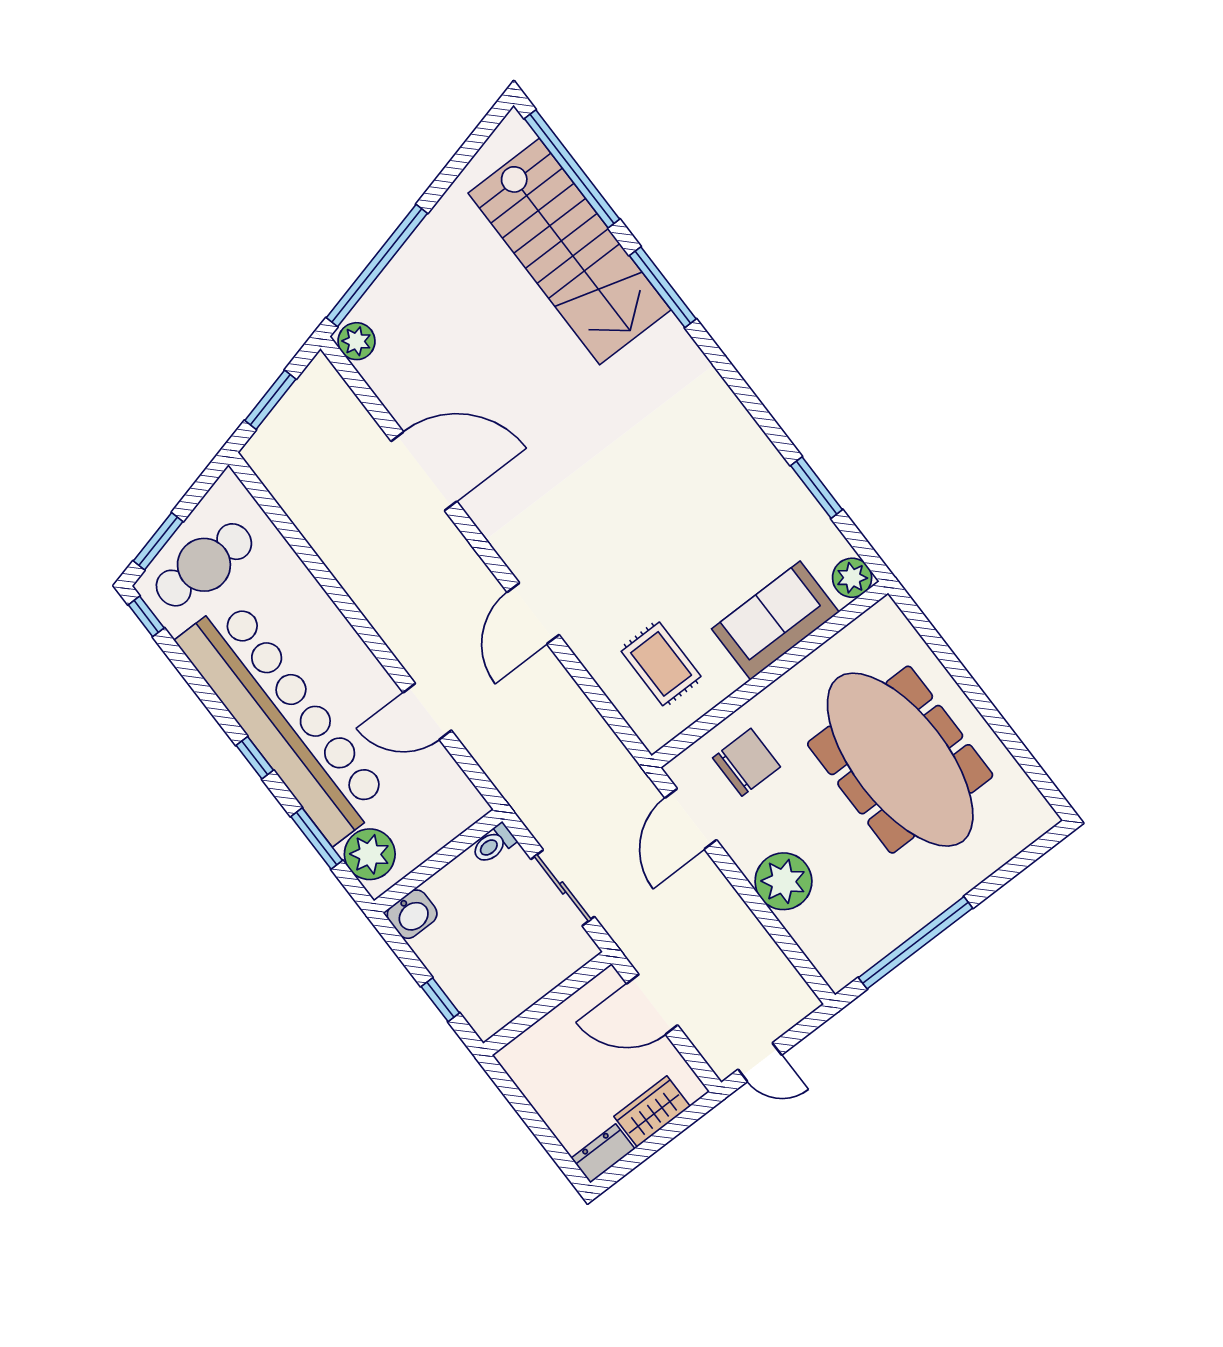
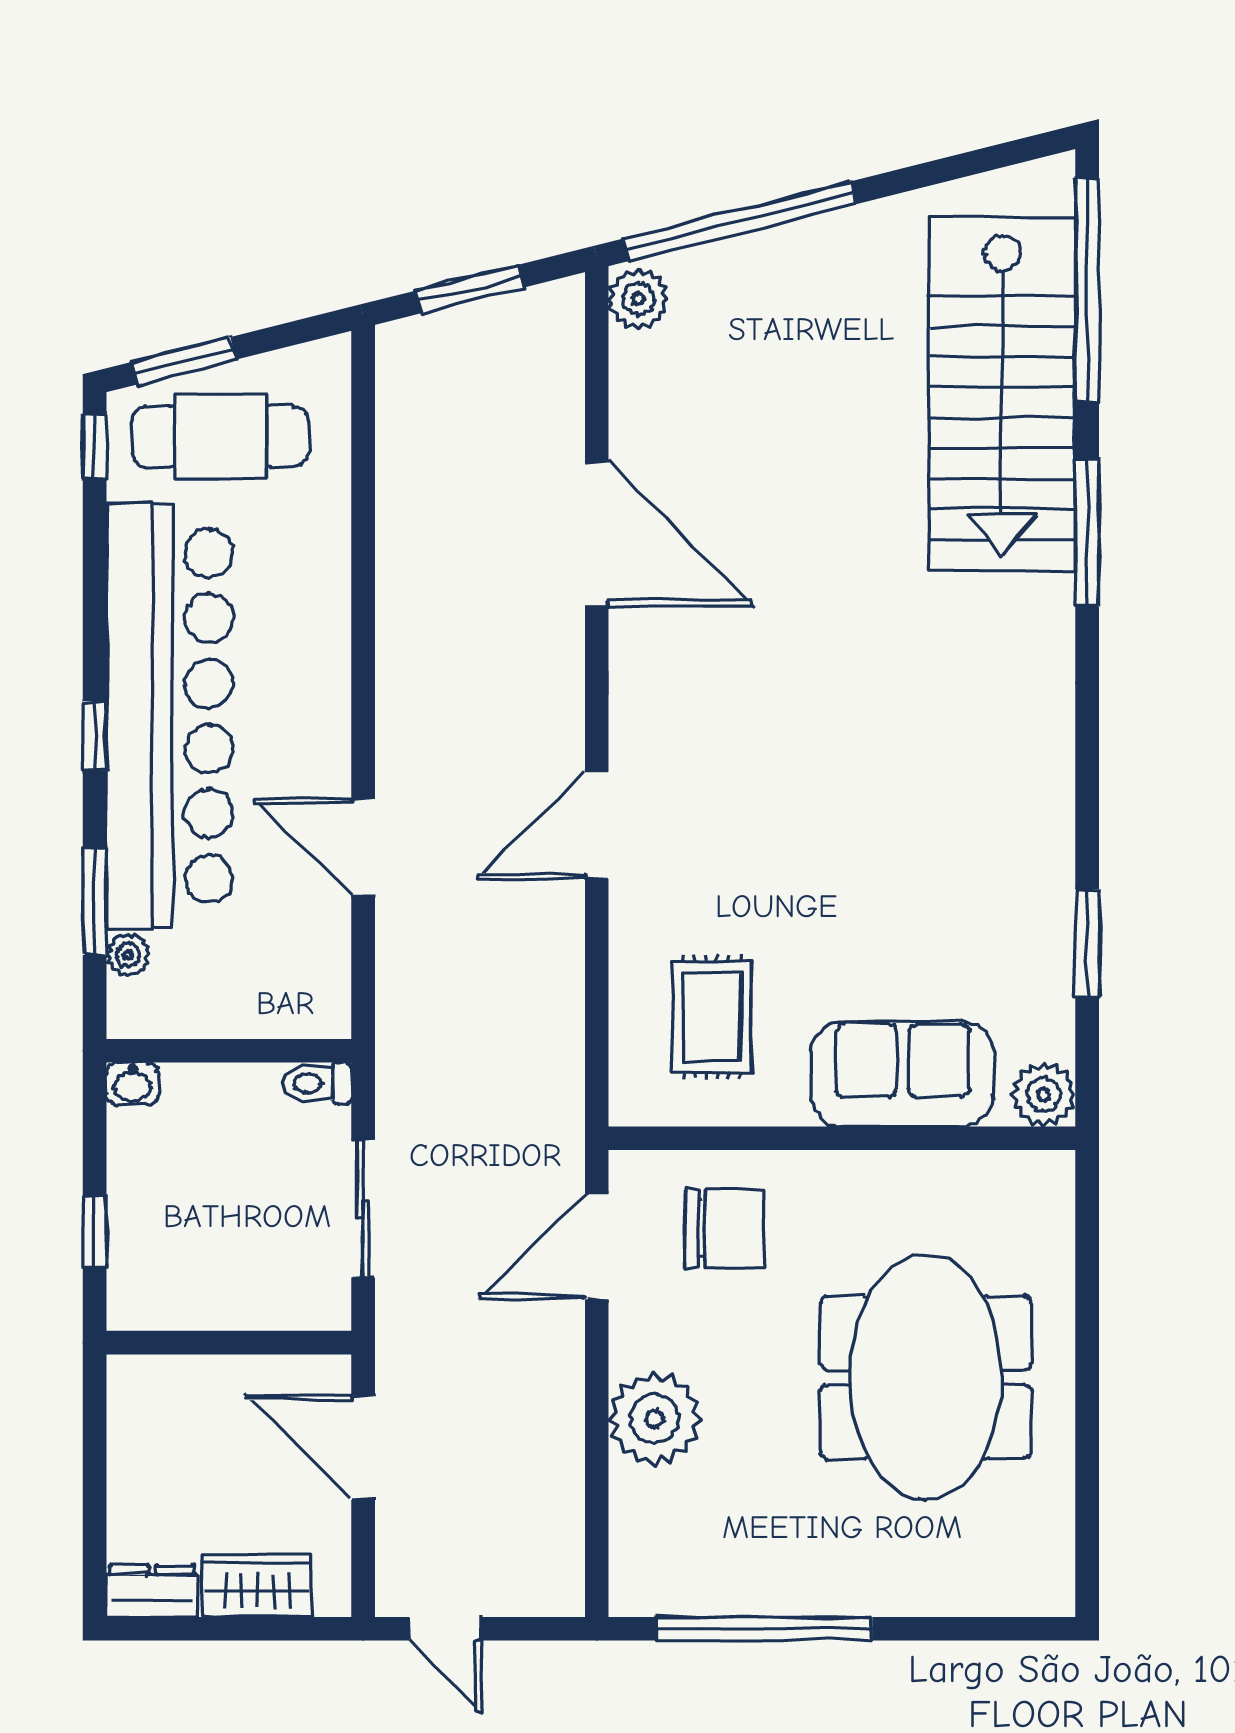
meeting table: (900, 760) -> (926, 1377), width x0.73
plant: (370, 854) -> (128, 955), width x0.53, depth x0.53
washbasin: (412, 914) -> (133, 1084), width x0.72, depth x0.69

